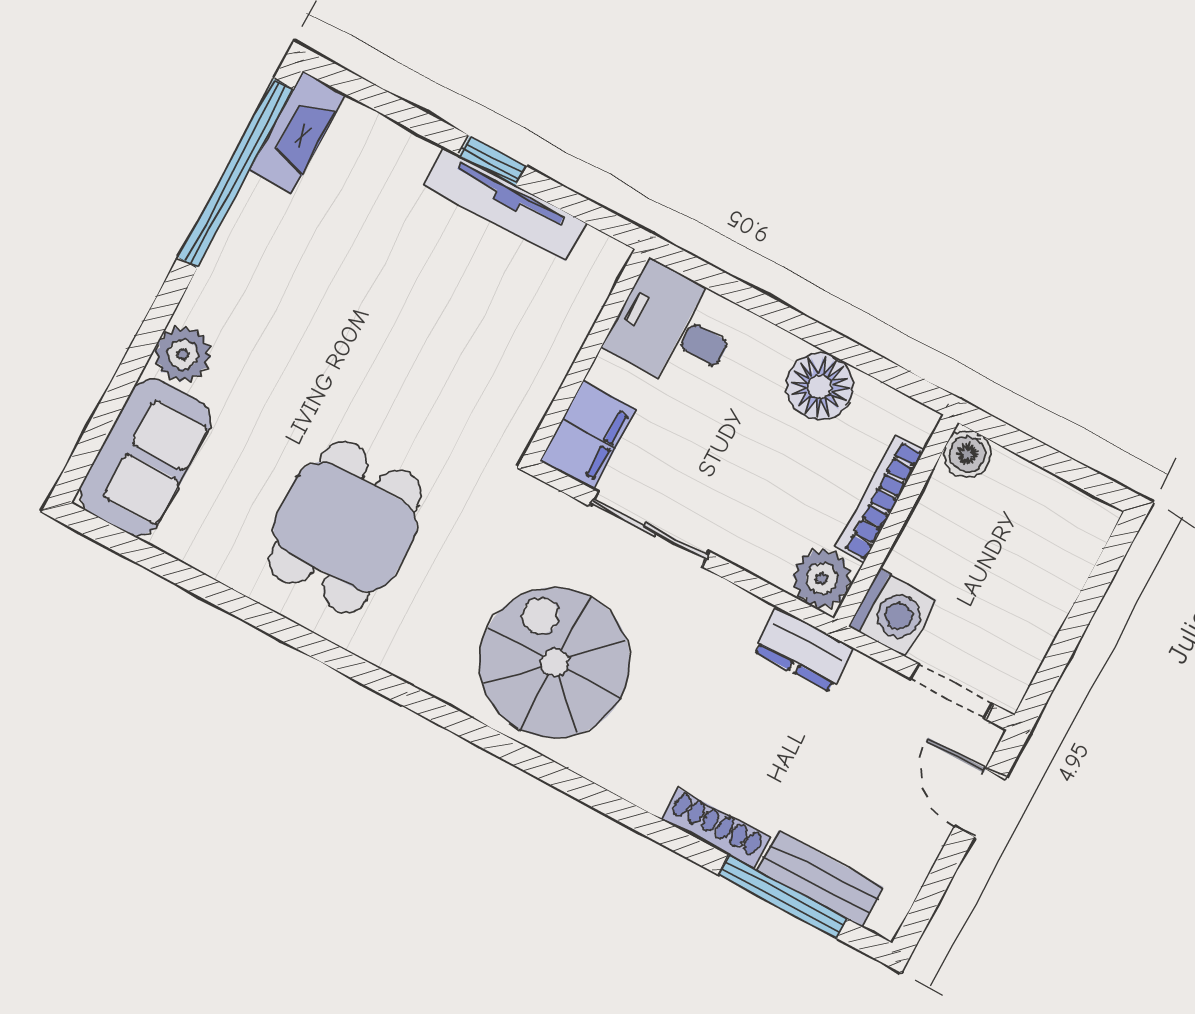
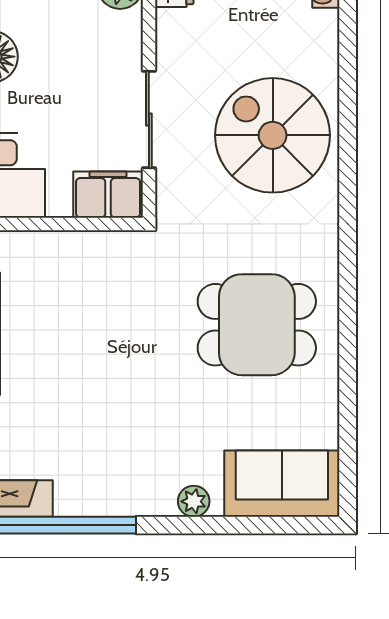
plant: (183, 354) -> (194, 501), width x0.73, depth x0.73
spiral stairs: (555, 662) -> (273, 135), turned 90

